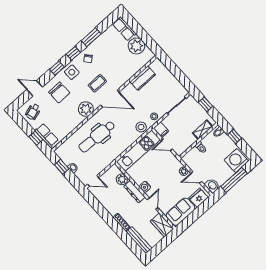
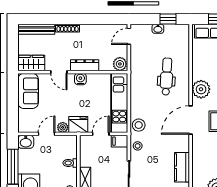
dental chair: (97, 137) -> (167, 77), width x0.73, depth x0.72
plant: (122, 179) -> (120, 64), moved
fridge: (198, 198) -> (78, 125), moved, turned -90

